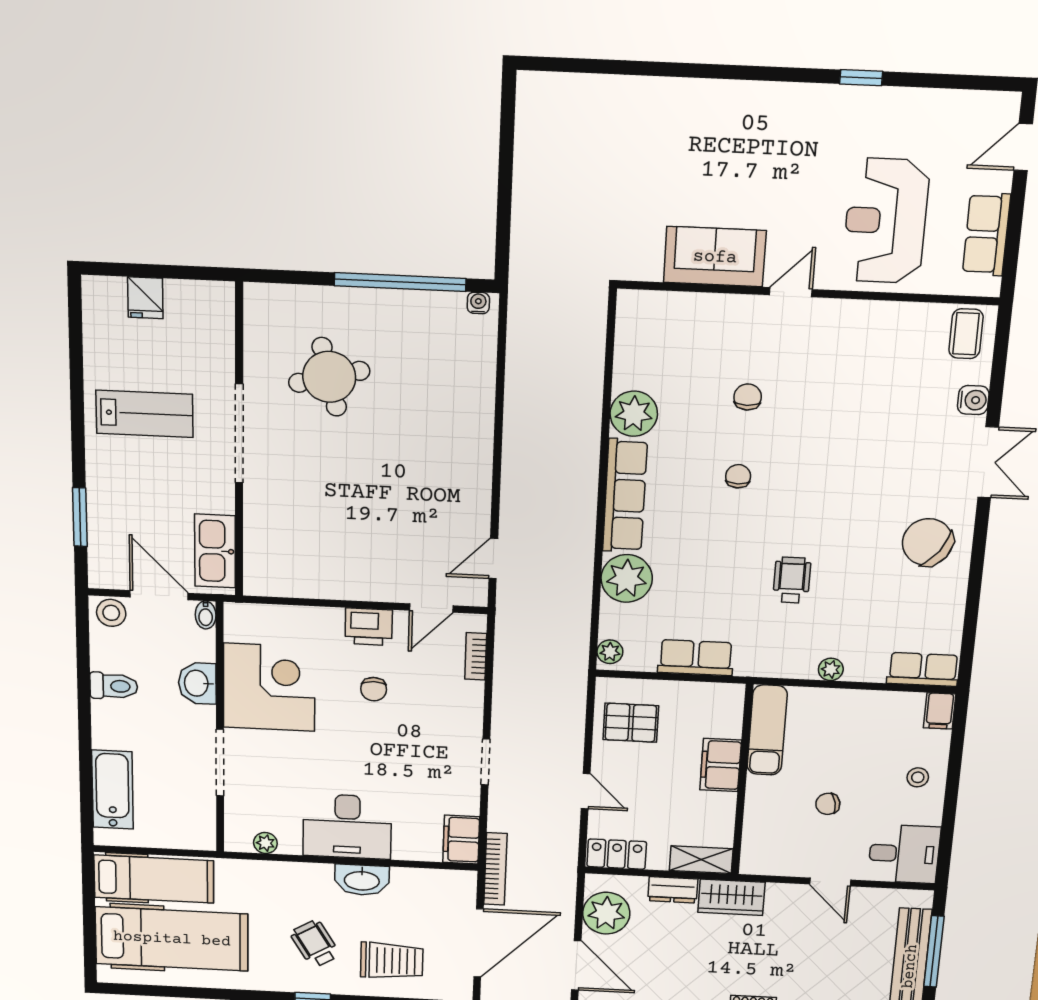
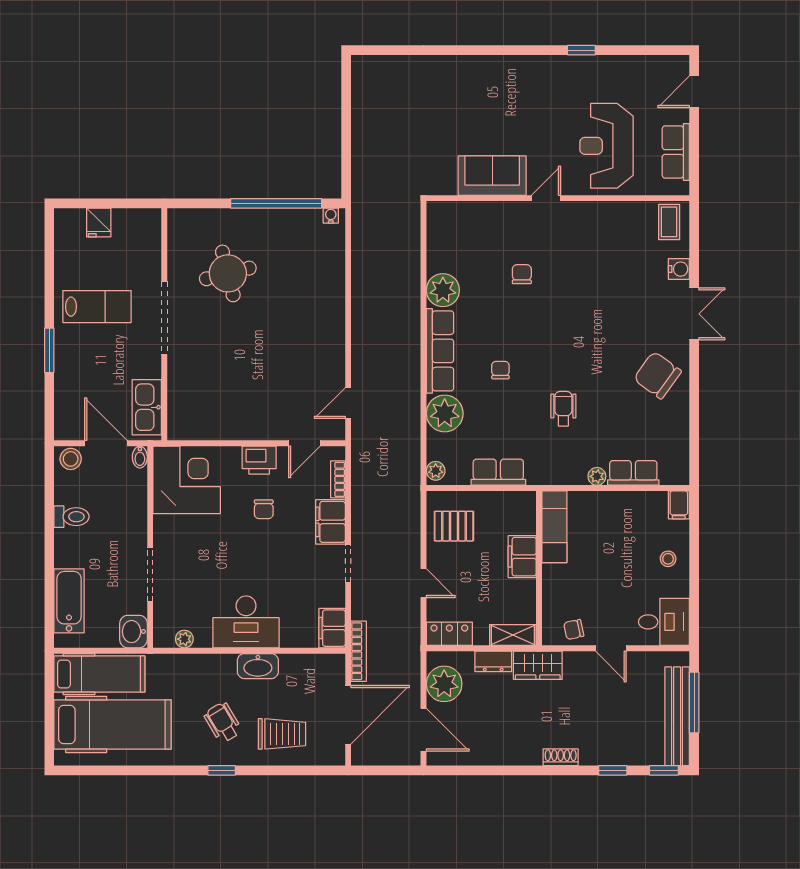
chair: (738, 476) -> (500, 370), moved
window: (80, 517) -> (49, 350), moved
row of seats: (923, 669) -> (633, 473), moved
washbasin: (197, 683) -> (133, 632), moved
corner desk: (269, 687) -> (187, 480), moved
filing cabinet: (464, 709) -> (330, 522), added
chair: (828, 804) -> (574, 629), moved

